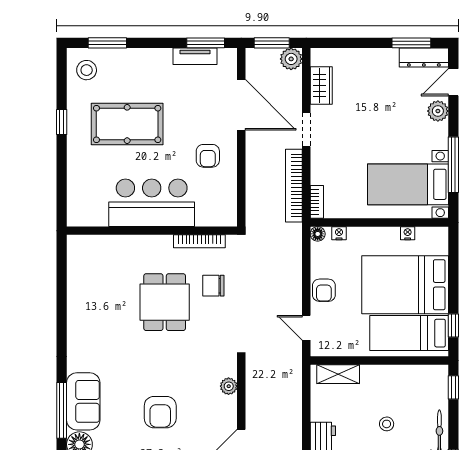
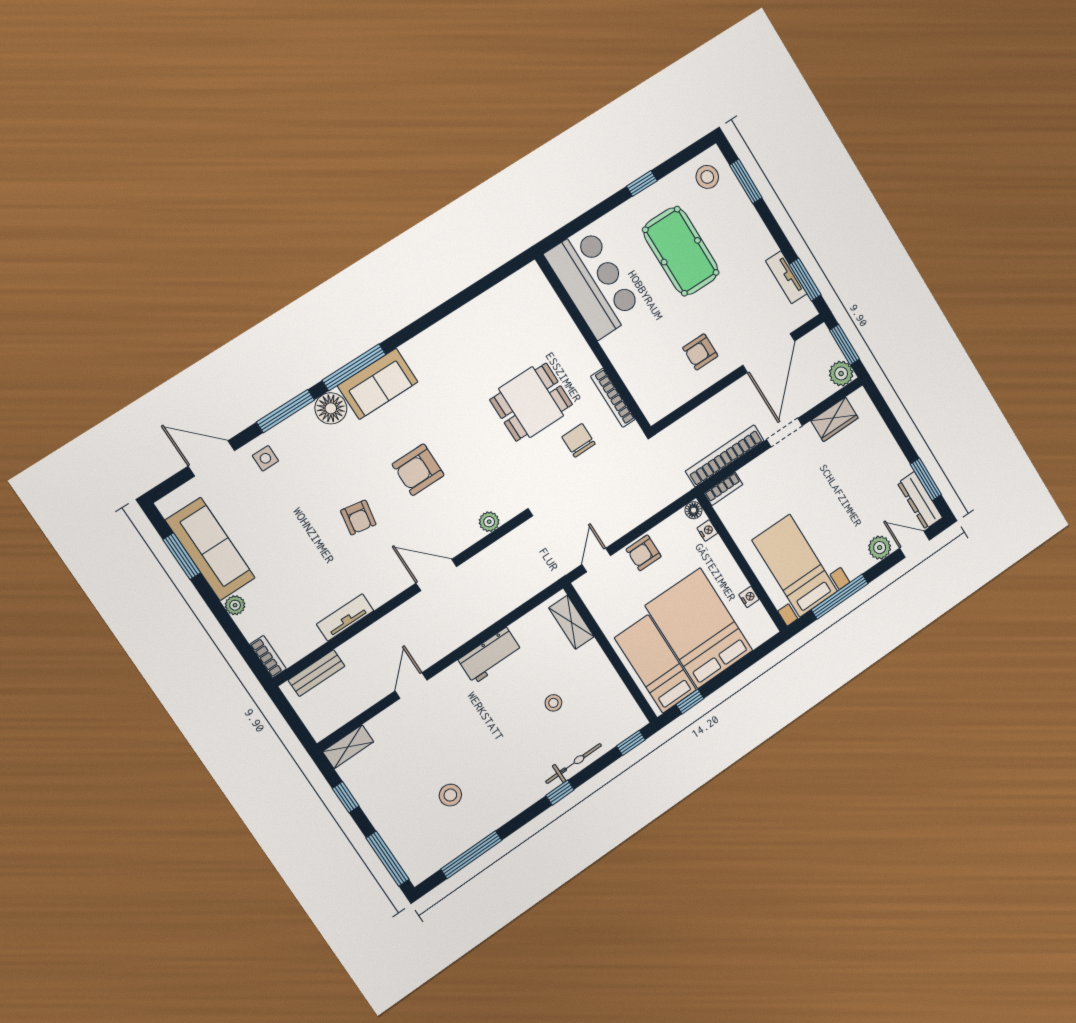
bar counter: (152, 203) -> (594, 283), moved

